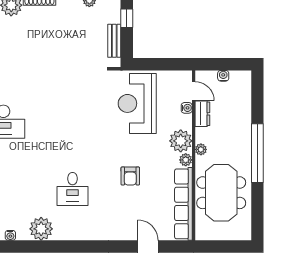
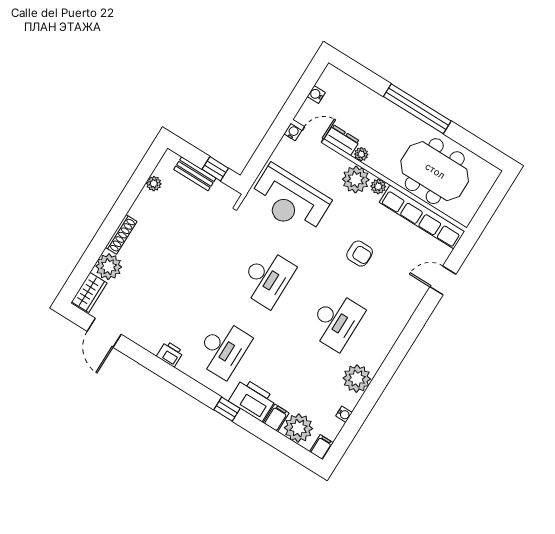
window: (127, 18) -> (215, 169), moved
bench: (114, 41) -> (195, 174), moved
water cooler: (187, 108) -> (293, 132), moved
desk: (72, 122) -> (267, 278), added
plant: (201, 149) -> (361, 154), moved
desk: (72, 189) -> (336, 321), width x1.37

